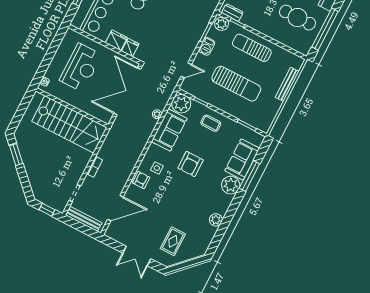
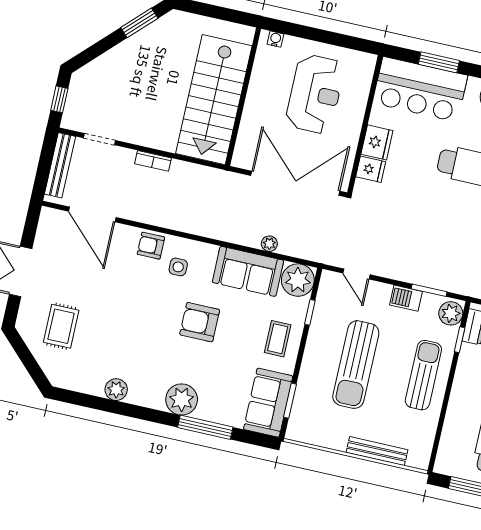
reception desk: (81, 67) -> (315, 94), turned -90
sofa: (242, 159) -> (268, 403), moved, turned -90
armchair: (141, 180) -> (151, 246), turned 180
rug: (173, 241) -> (61, 326), turned 90

